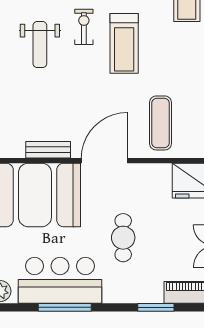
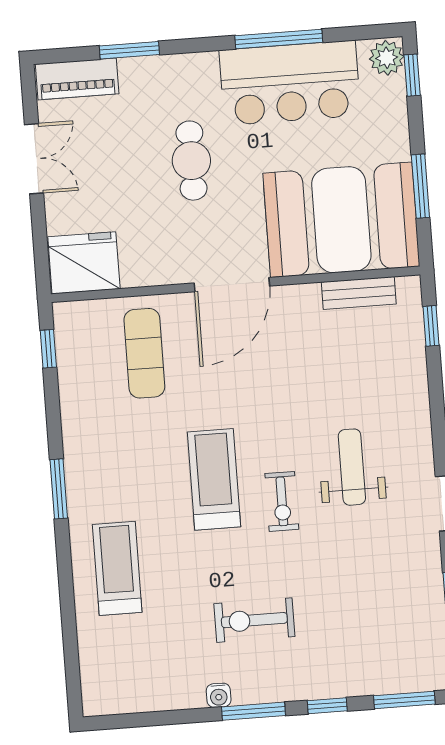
bench: (48, 150) -> (359, 293), moved

